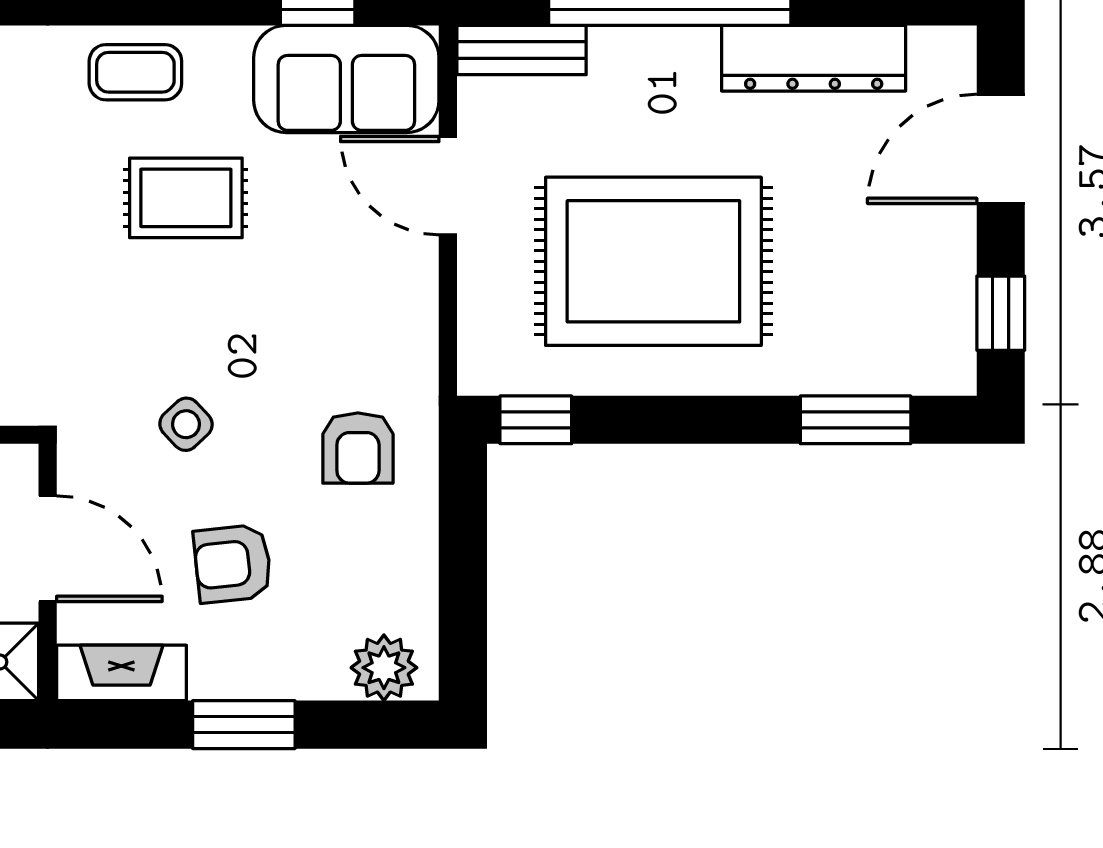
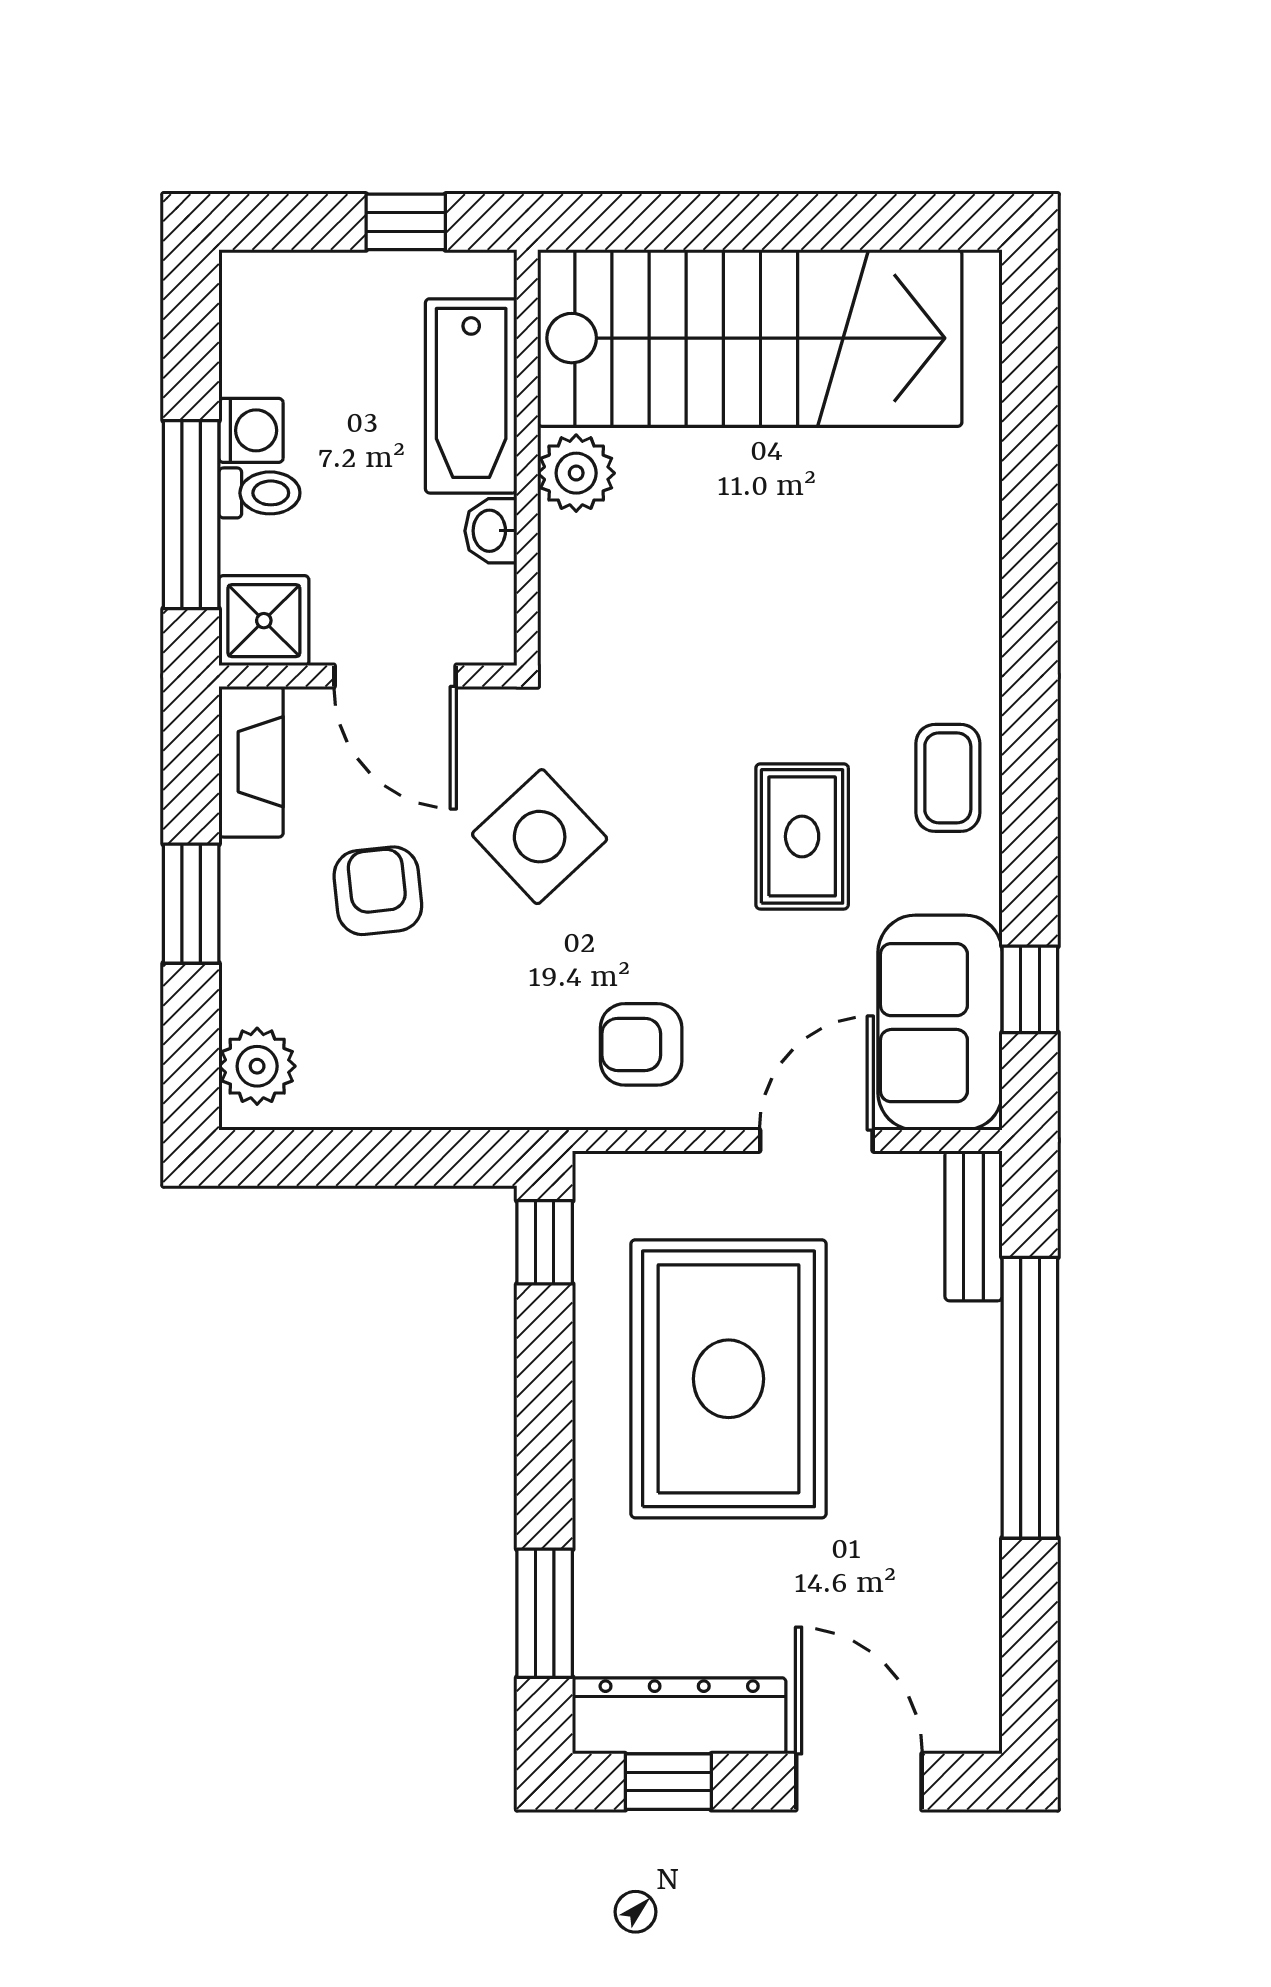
dresser: (814, 58) -> (679, 1716), moved, turned 90
side table: (186, 424) -> (540, 837), width x1.87, depth x1.87
armchair: (358, 448) -> (641, 1044), moved
door: (48, 549) -> (395, 676), hinge flipped

